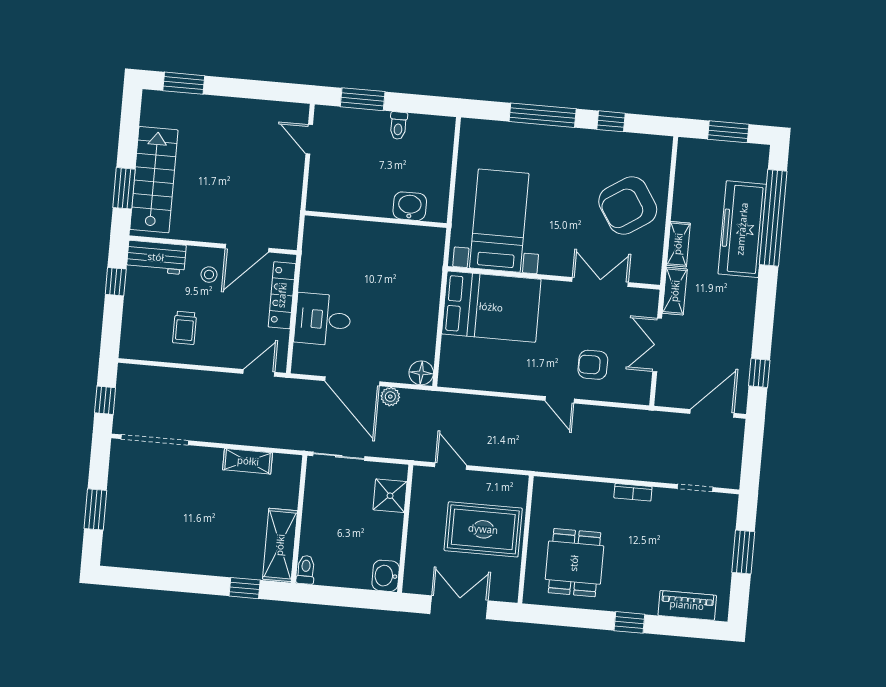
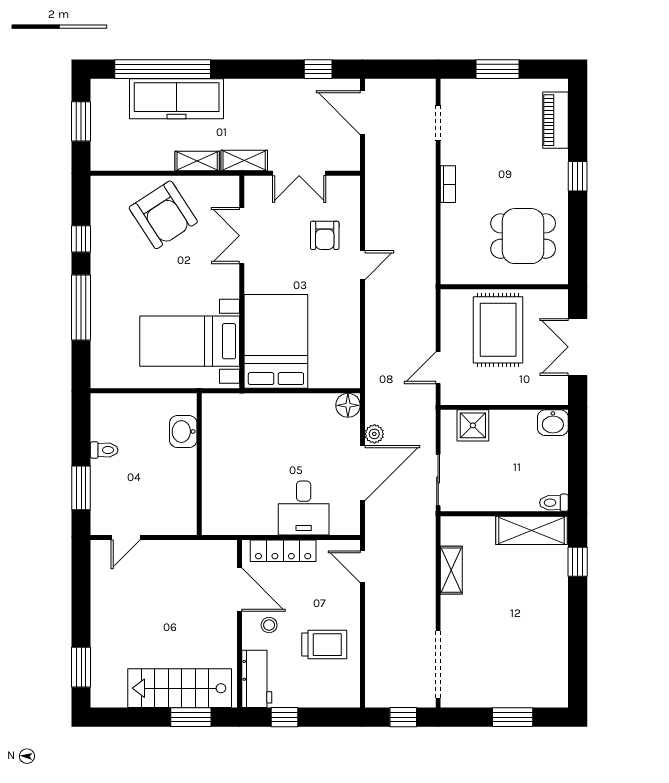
trolley: (185, 328) -> (324, 645), width x1.36, depth x1.39

